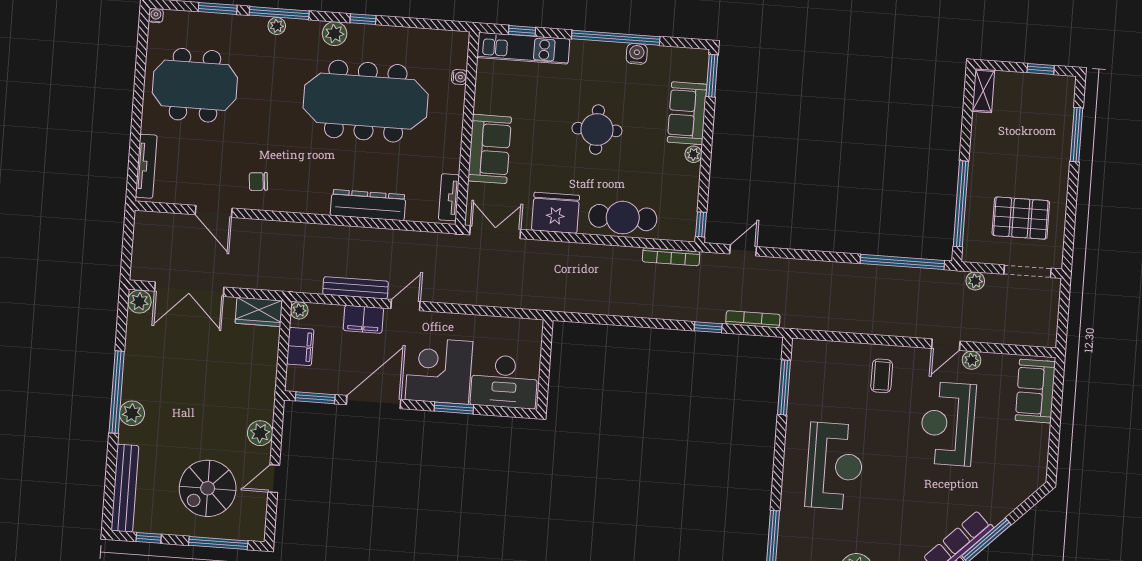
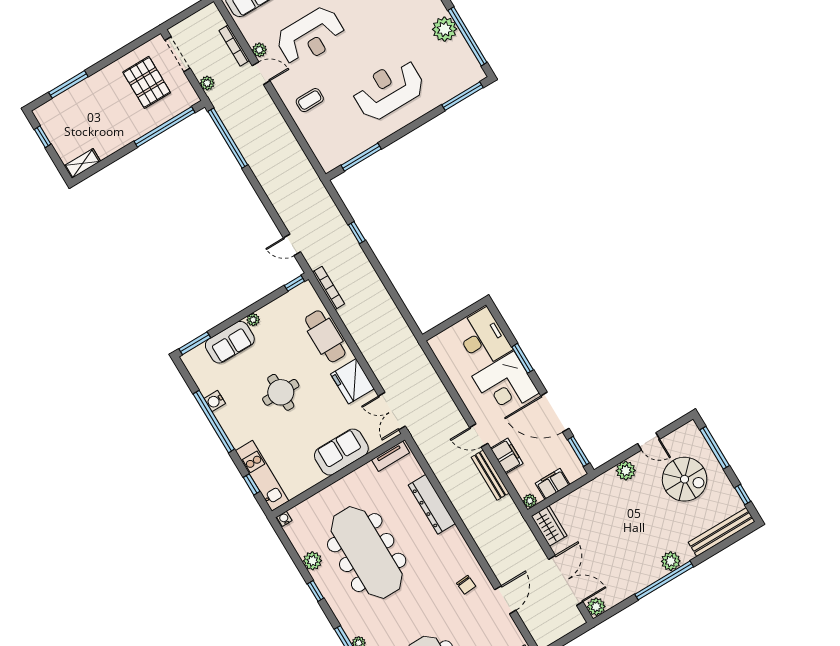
plant: (335, 34) -> (312, 561), moved
water cooler: (459, 77) -> (284, 519), moved
bookcase: (753, 319) -> (234, 46), moved

